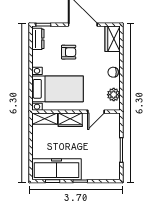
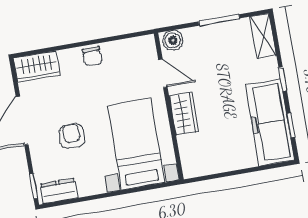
plant: (114, 95) -> (129, 49), removed
shelving: (45, 119) -> (263, 36), moved
boiler: (114, 121) -> (173, 40), added

